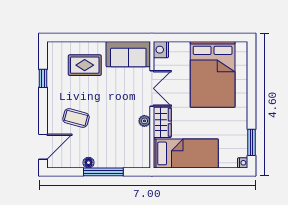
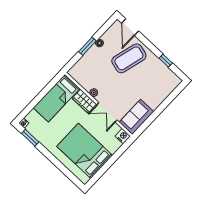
rug: (85, 65) -> (152, 89), removed
coffee table: (76, 118) -> (129, 58), width x1.86, depth x1.72
window: (103, 172) -> (87, 46), width x0.69

